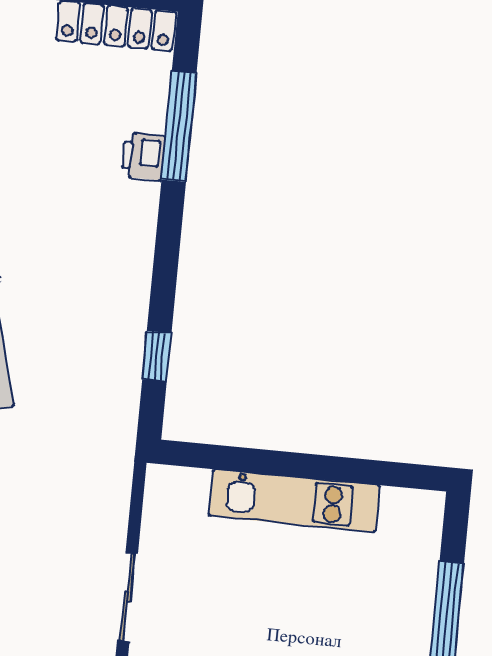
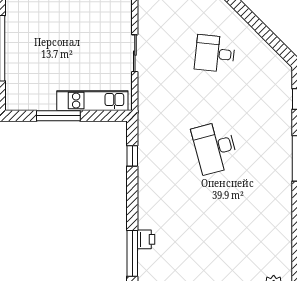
window: (322, 467) -> (58, 116), added
kitchen unit: (294, 501) -> (92, 101), moved

